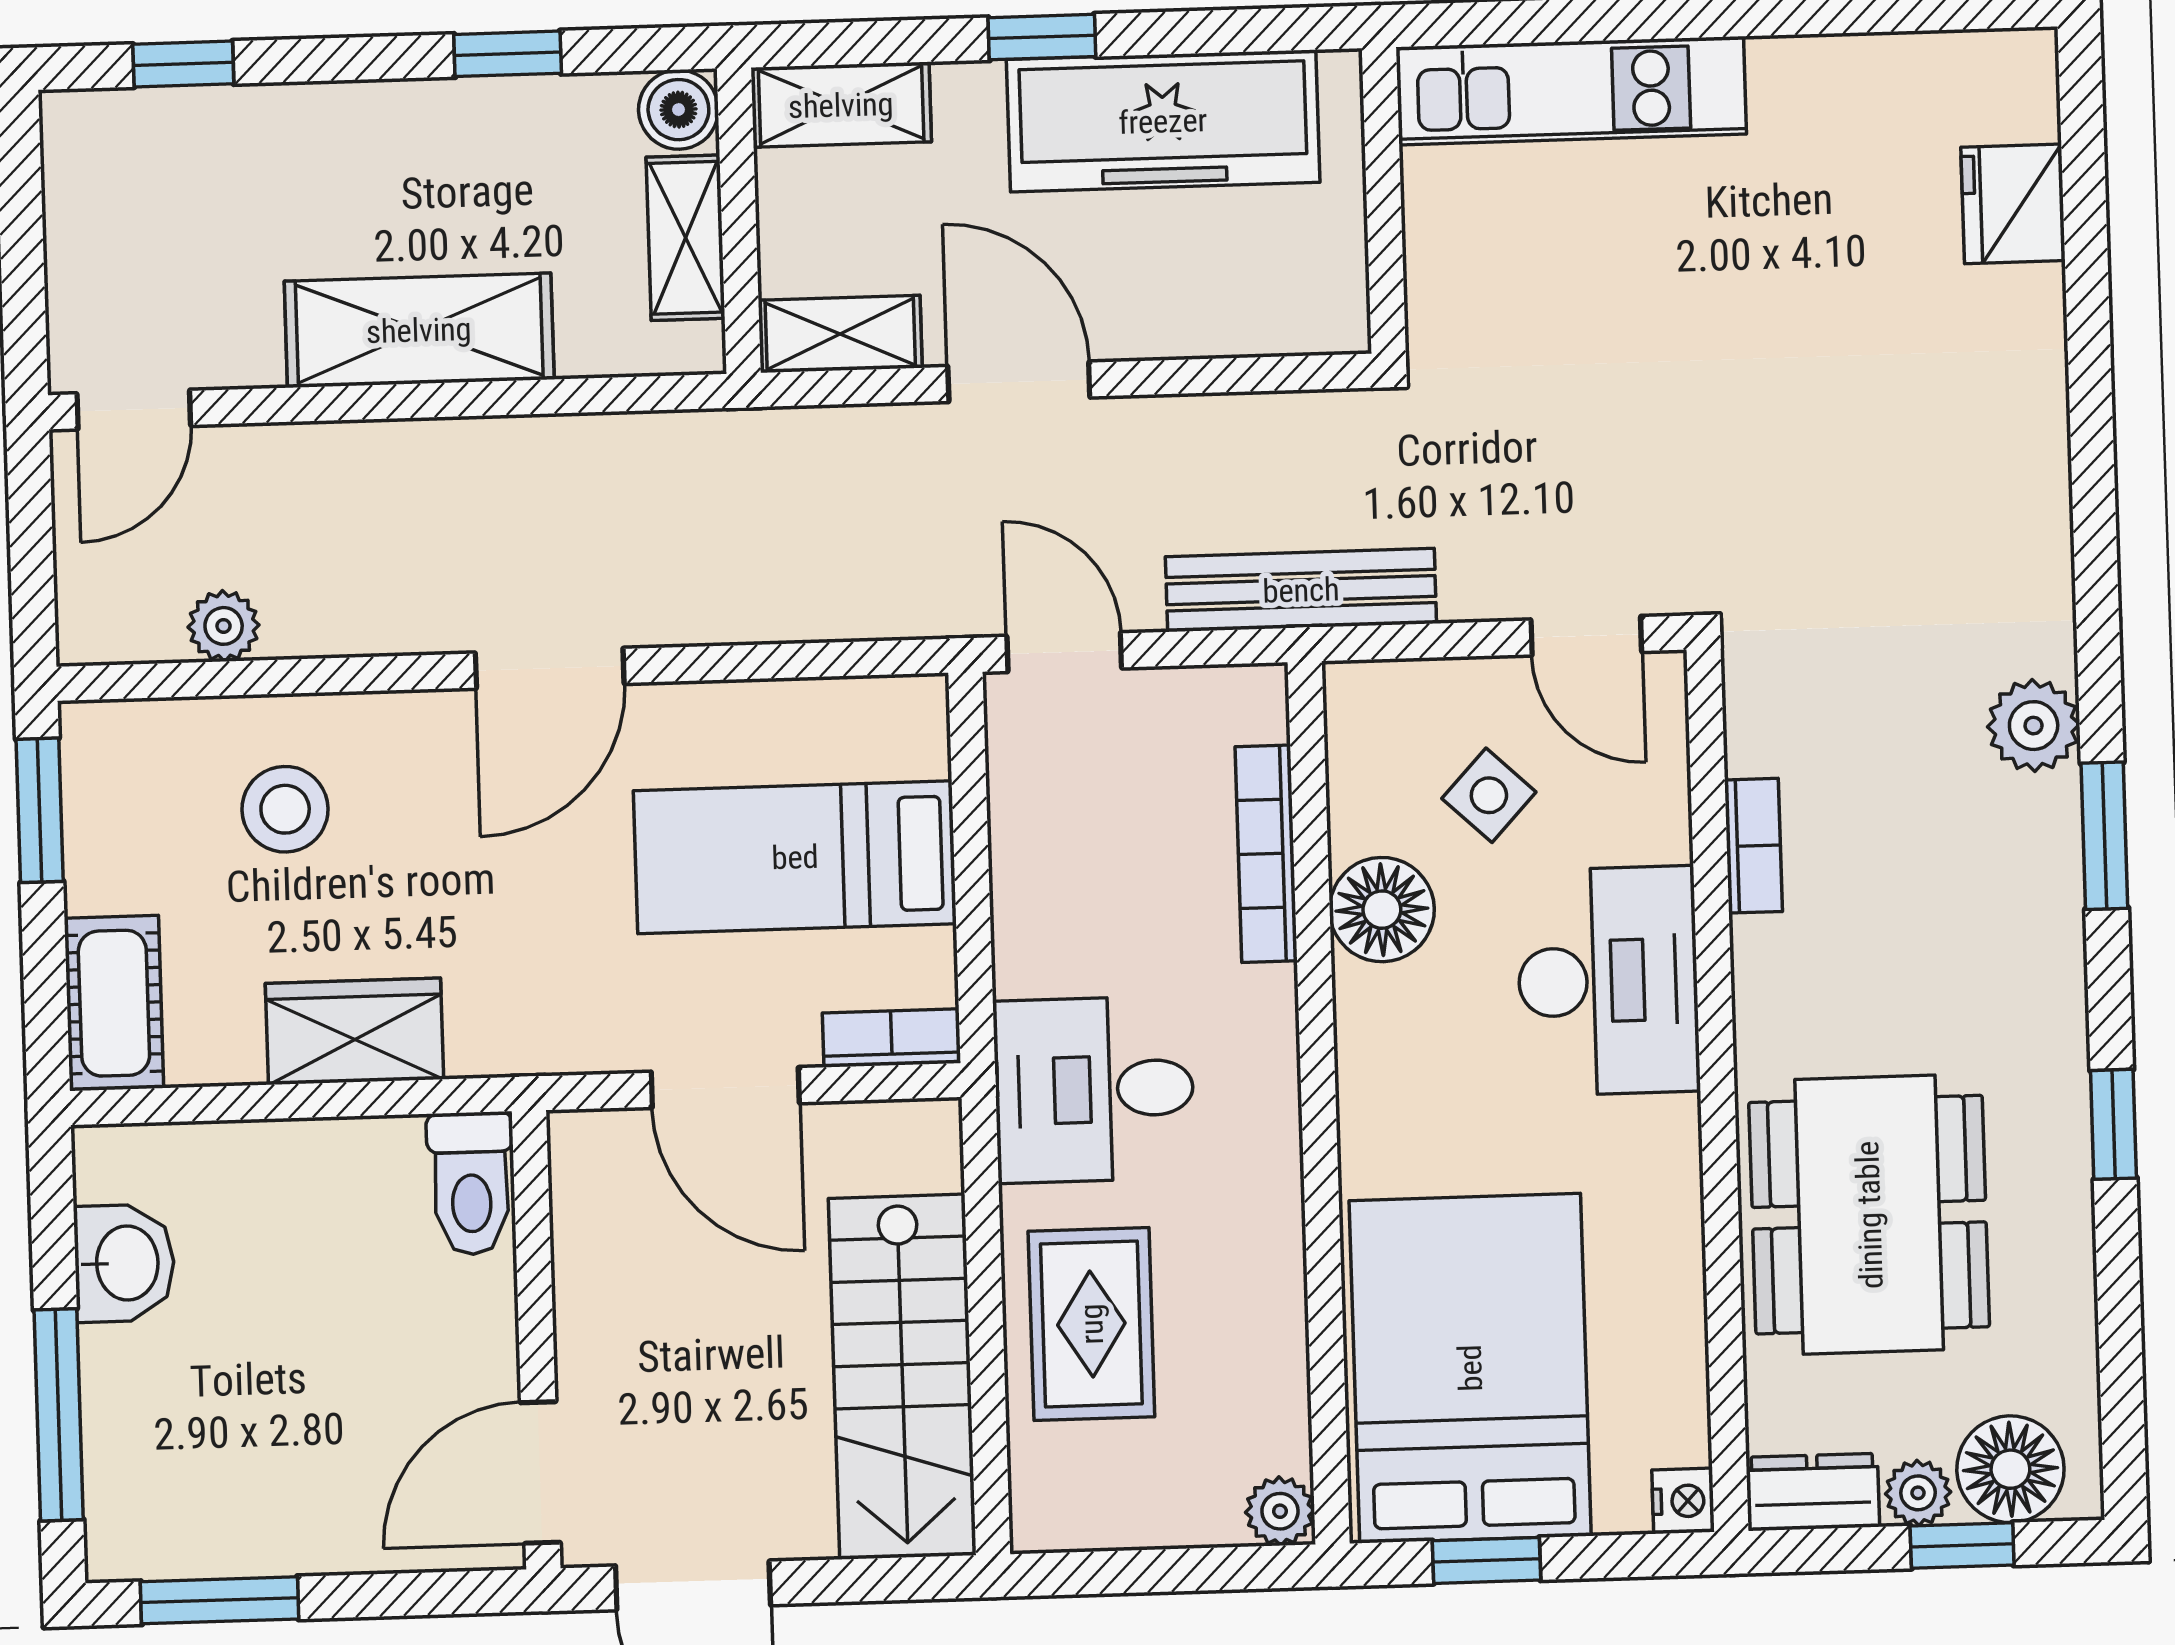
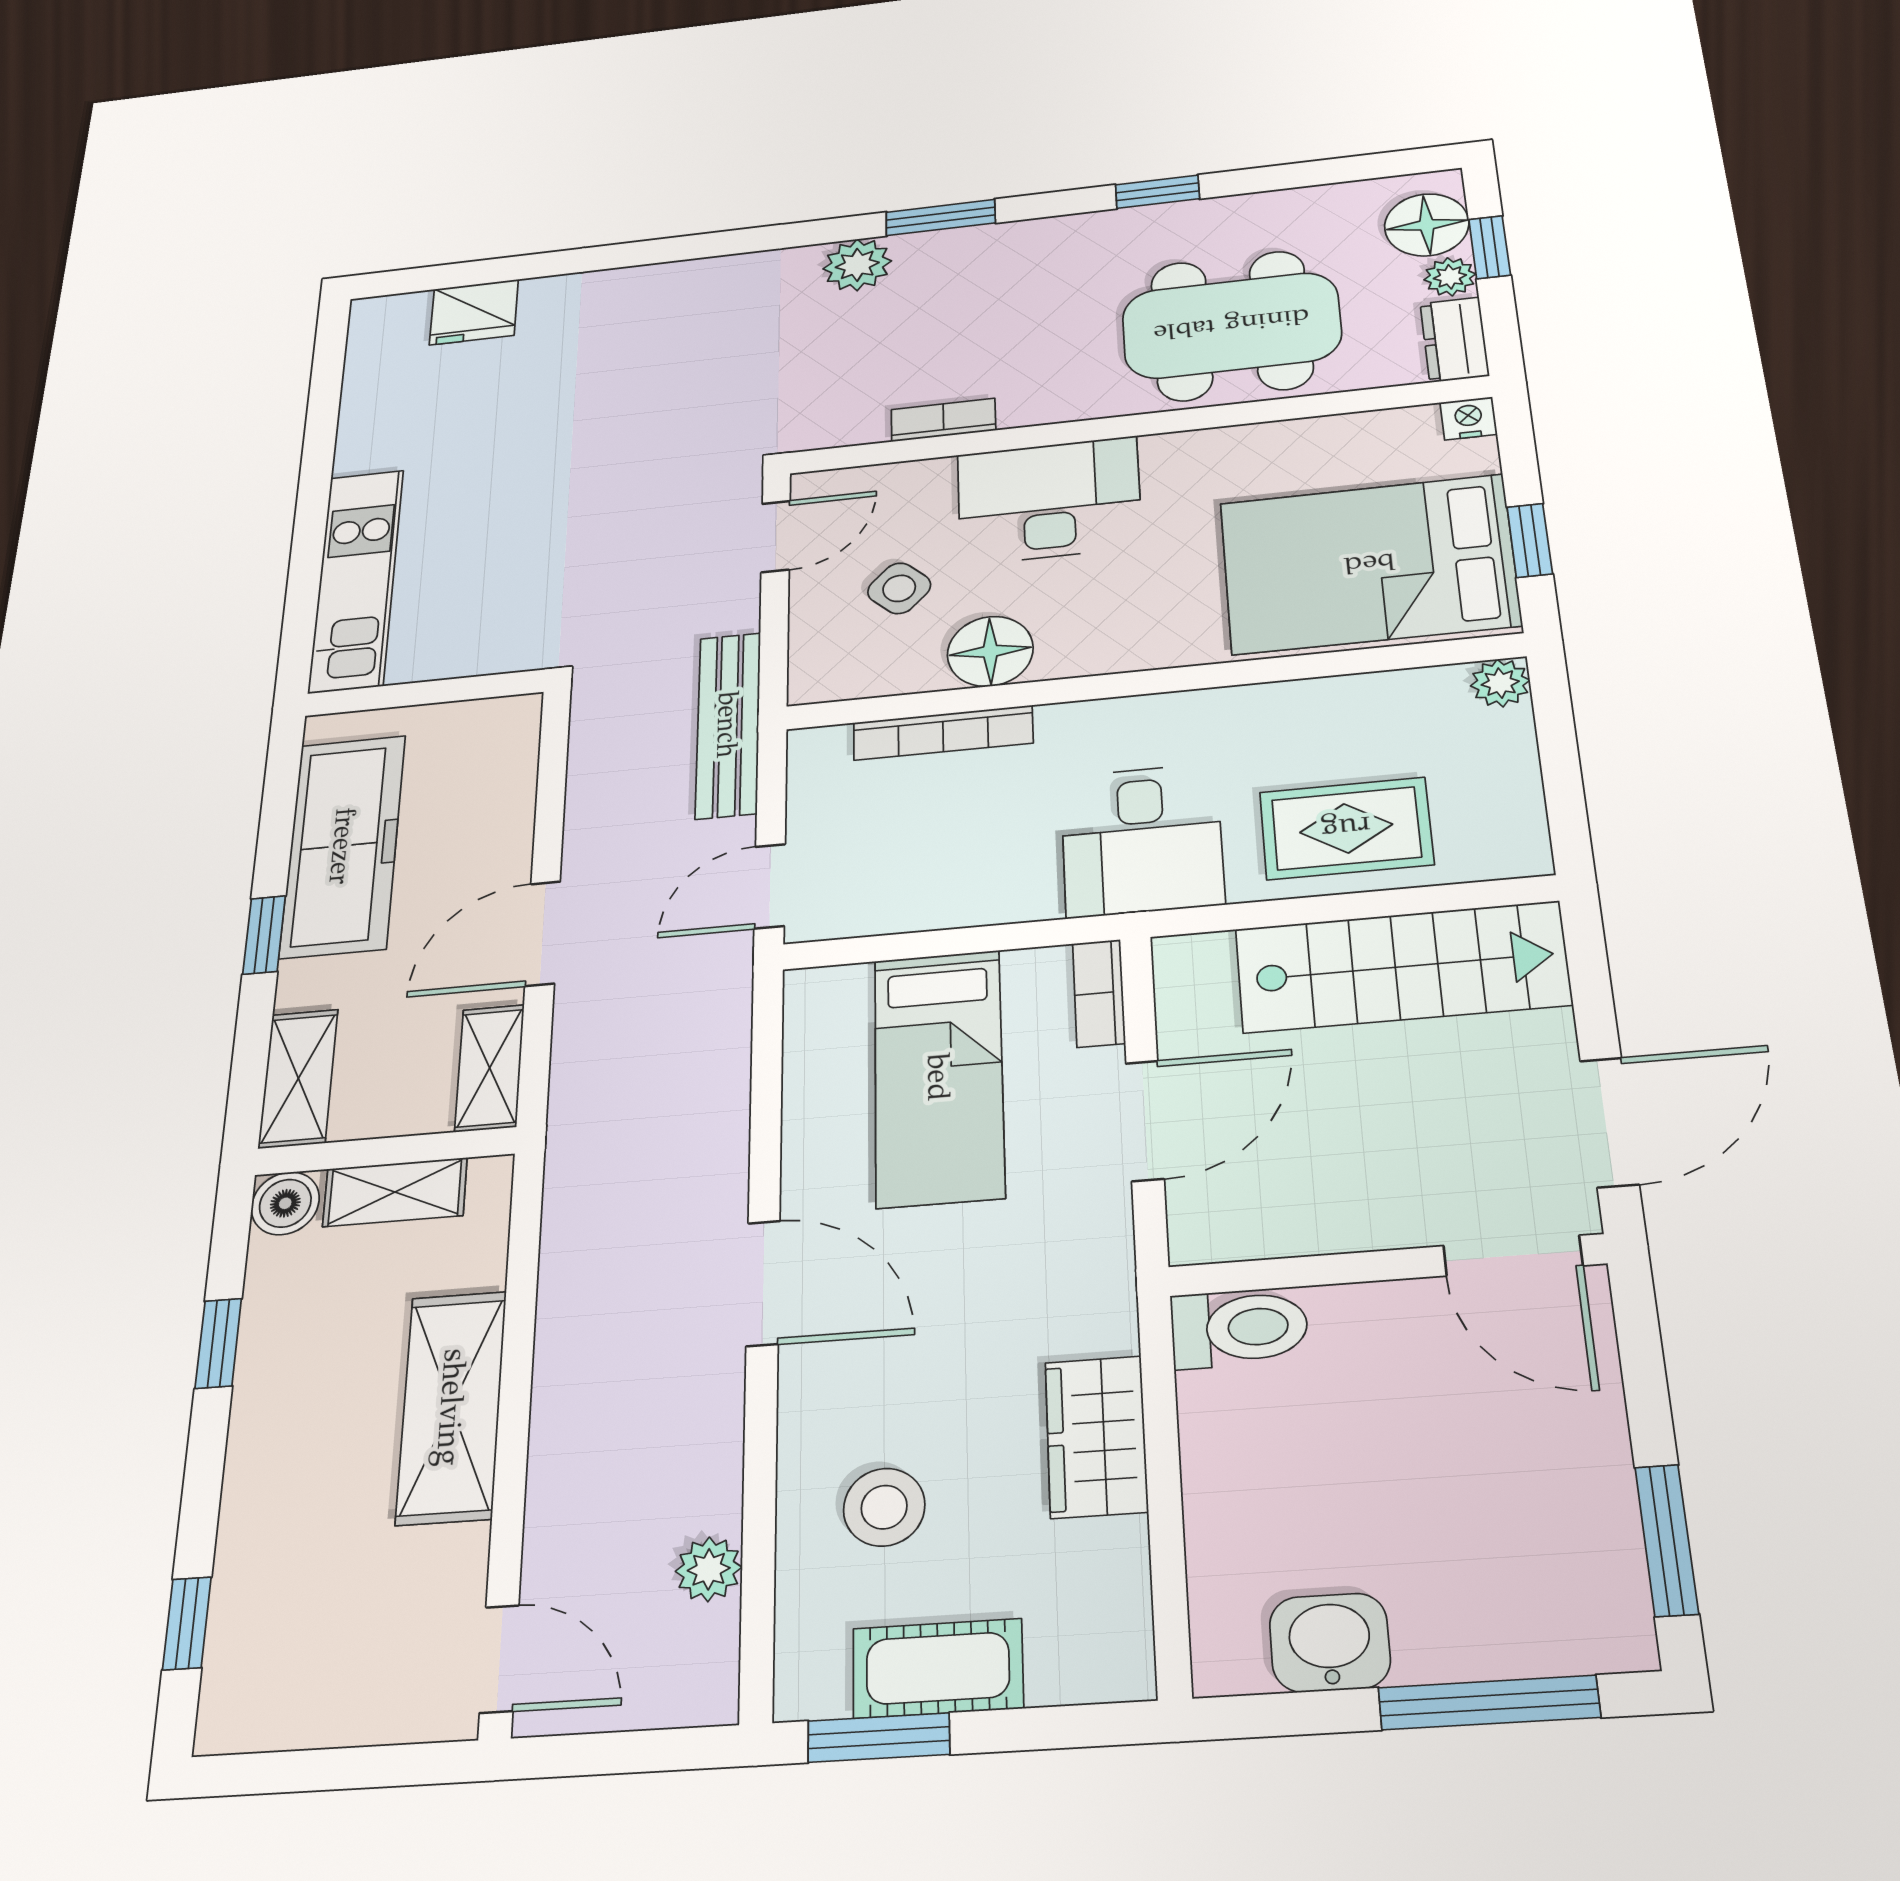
cot: (114, 1003) -> (938, 1668), moved

